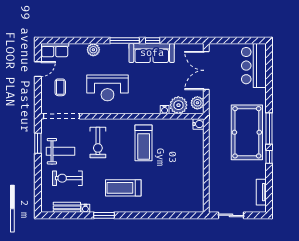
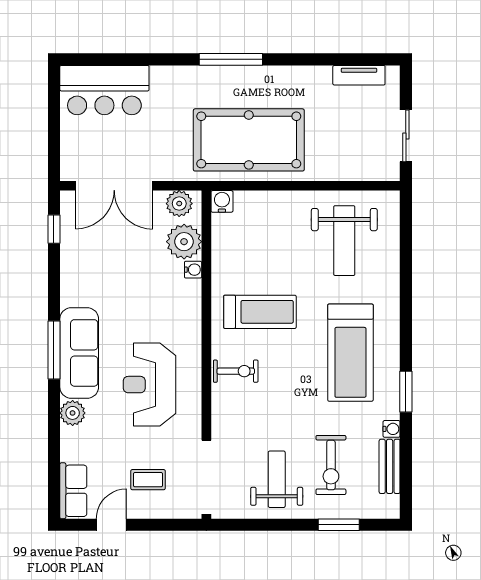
window: (153, 41) -> (54, 229), moved
sofa: (152, 53) -> (79, 353), moved
door: (38, 69) -> (111, 525), hinge flipped
reception desk: (107, 88) -> (149, 385), turned 180
pool table: (247, 132) -> (249, 140), moved
exercise bike: (98, 142) -> (236, 371), moved, width x0.73, depth x0.72
window: (38, 143) -> (339, 525), moved
window: (269, 157) -> (288, 59), removed
weight bench: (179, 185) -> (344, 241), added
treadmill: (123, 188) -> (350, 353), width x1.37, depth x1.38

